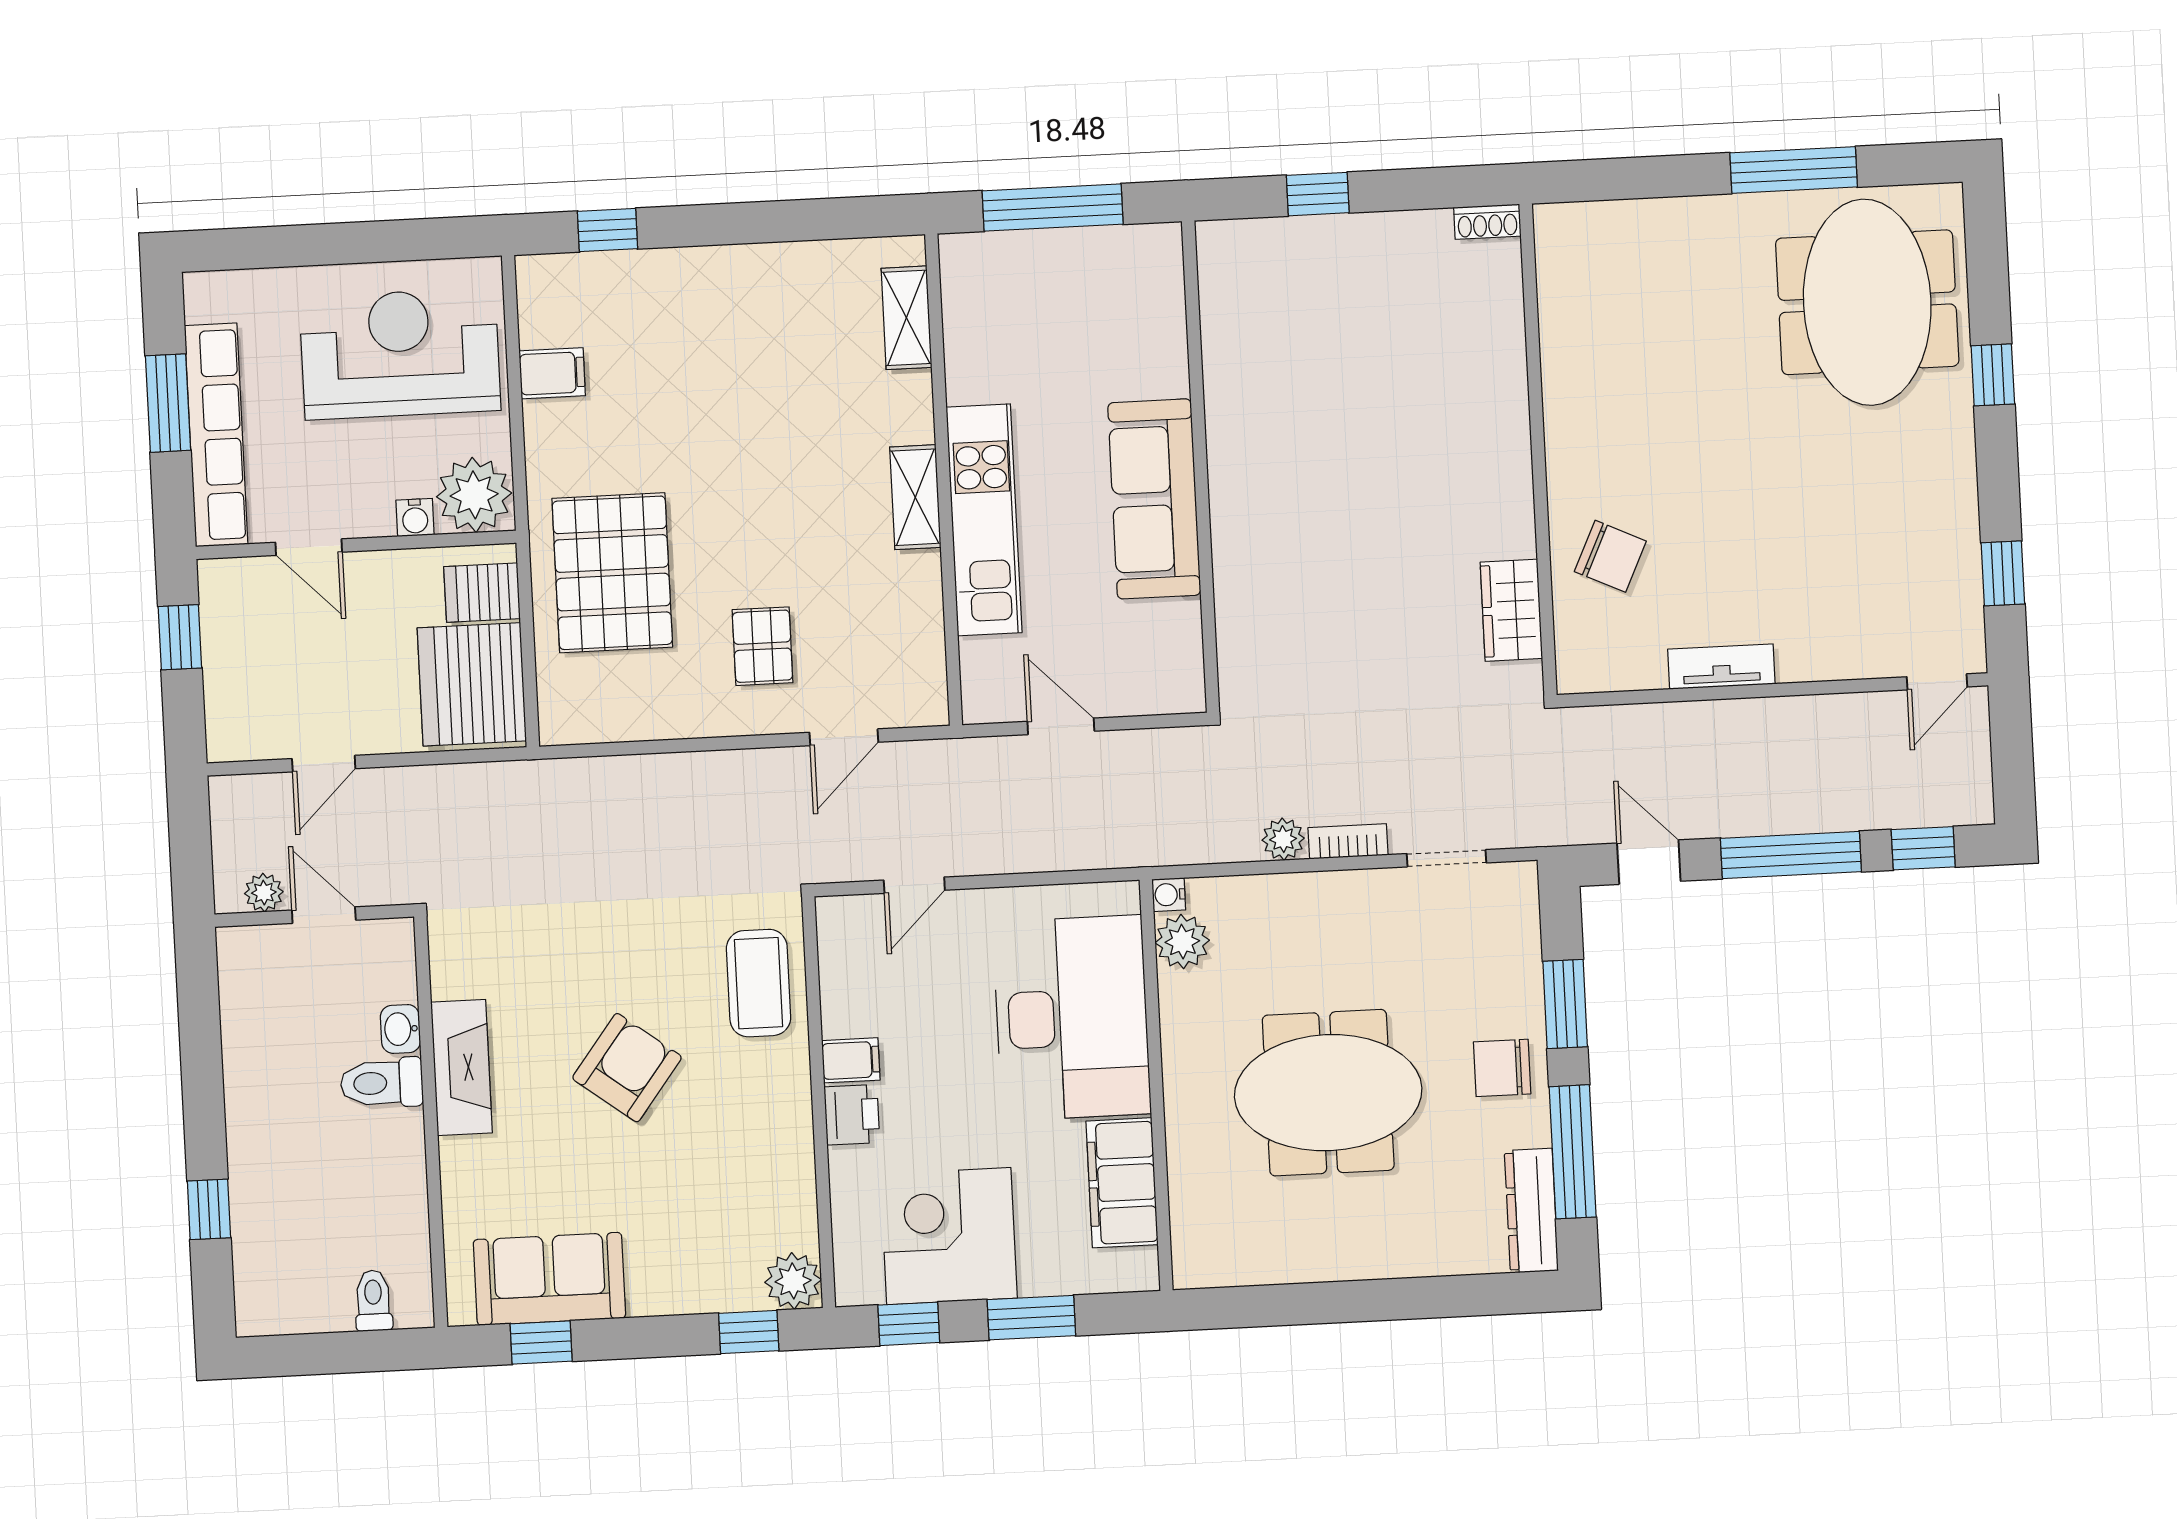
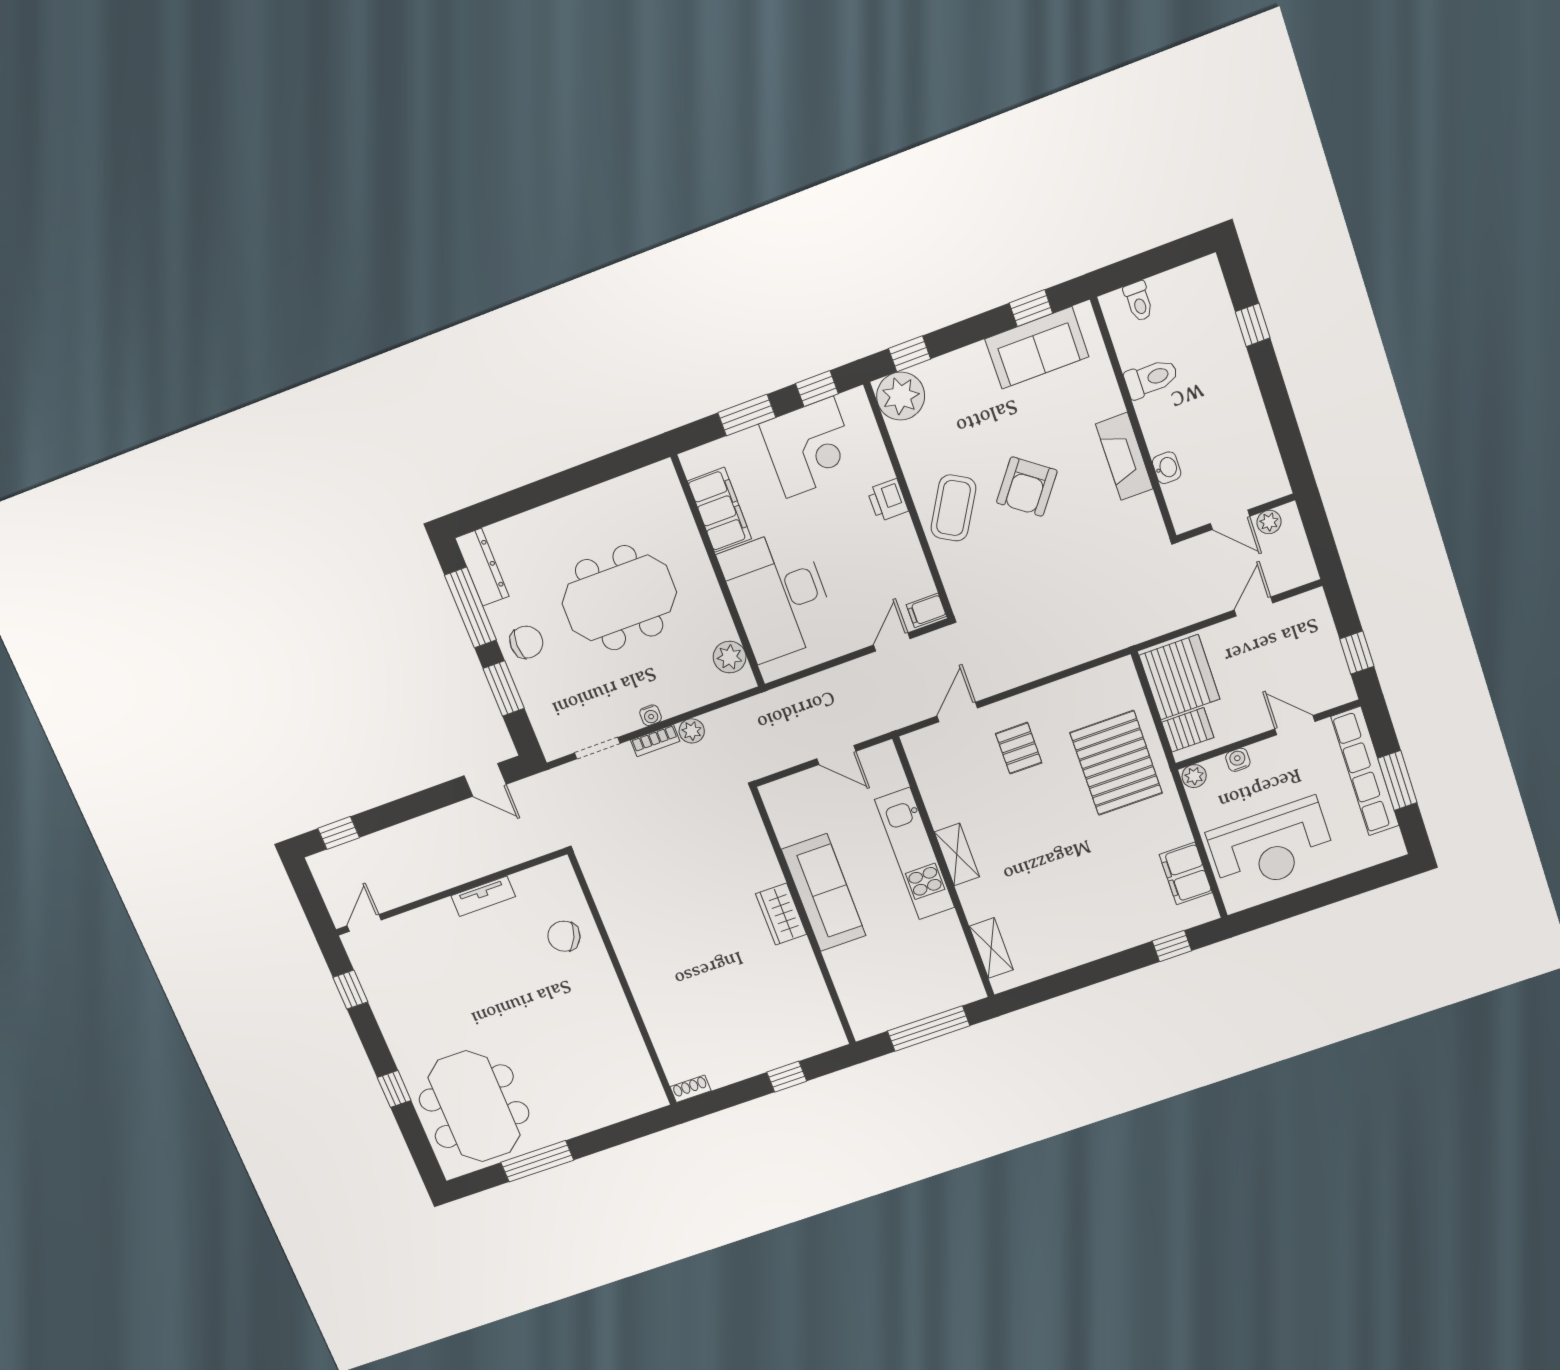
filing cabinet: (552, 373) -> (1186, 874), width x2.00
plant: (474, 495) -> (1194, 776), width x0.53, depth x0.53
wardrobe: (1511, 610) -> (781, 914), moved, turned 180
window: (1791, 855) -> (409, 808), removed
water cooler: (1169, 895) -> (651, 715), moved, turned 90
coffee table: (759, 983) -> (953, 508), moved, turned 30
filing cabinet: (851, 1060) -> (926, 611), moved
toilet: (382, 1083) -> (1151, 378), moved
plant: (793, 1281) -> (901, 396), width x1.36, depth x1.36

